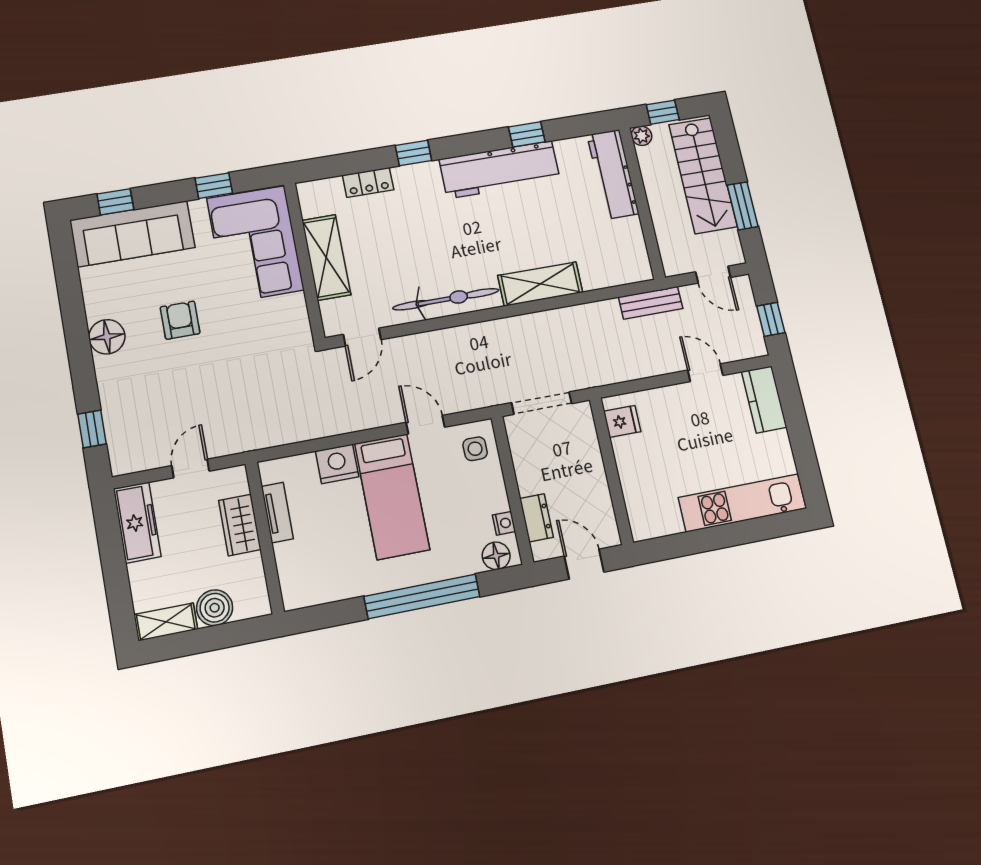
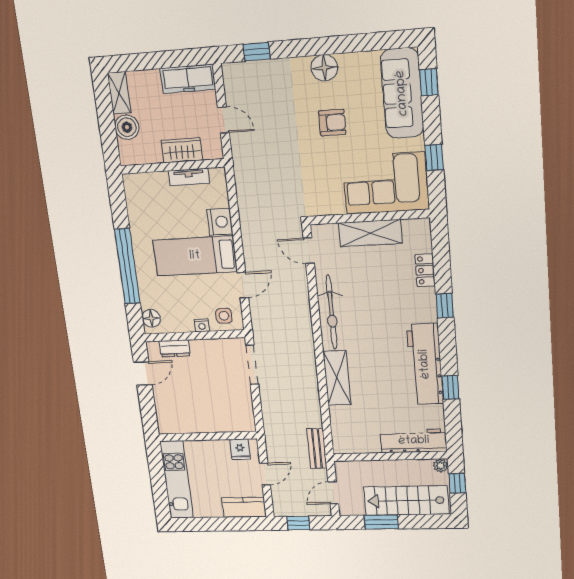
fridge: (622, 421) -> (240, 449), moved
wall: (611, 471) -> (208, 436), moved
nightstand: (504, 523) -> (202, 325), moved

